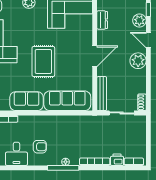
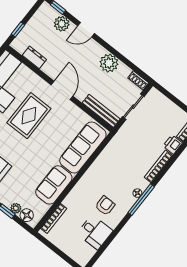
rug: (43, 61) -> (29, 116), moved, turned 90
plant: (138, 61) -> (109, 63), moved

